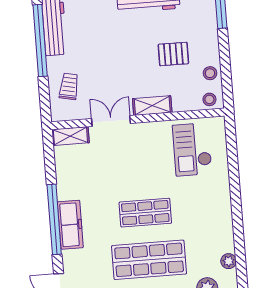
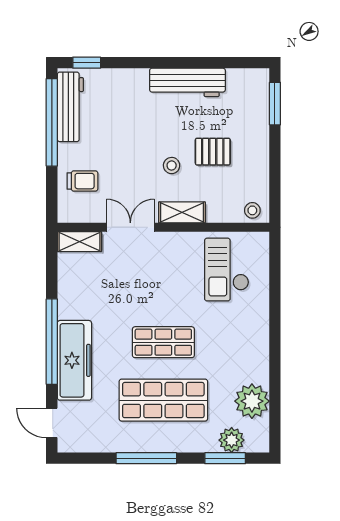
stool: (210, 73) -> (172, 166), moved
trolley: (69, 86) -> (82, 181), turned 78
freezer: (70, 225) -> (74, 360), width x1.36, depth x1.26
plant: (229, 261) -> (252, 401), width x1.88, depth x1.88

